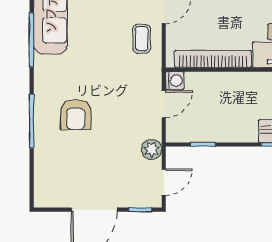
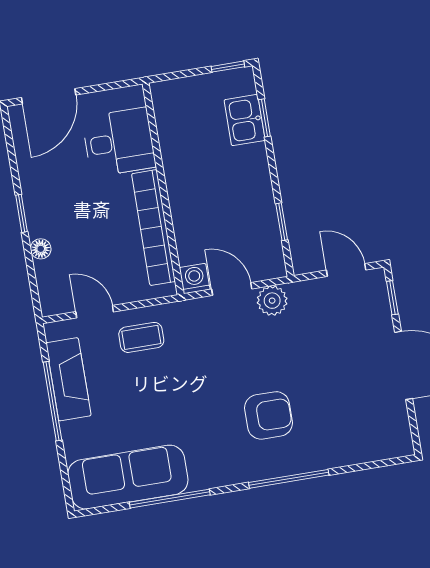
plant: (152, 149) -> (272, 301), moved

